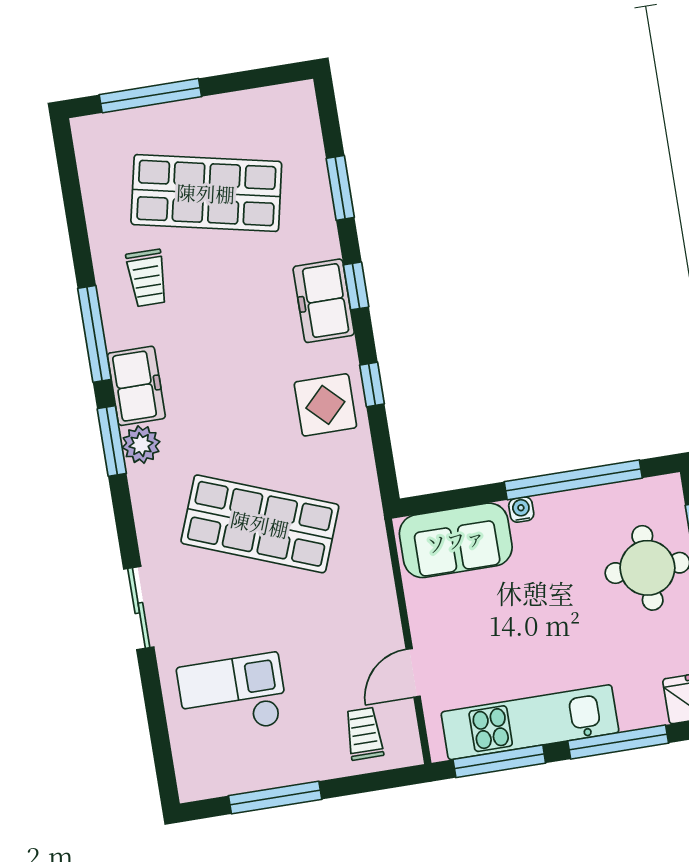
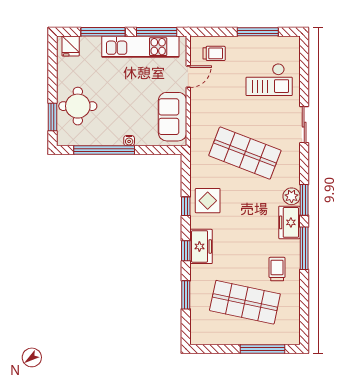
sofa: (456, 540) -> (172, 117), moved, turned -90
trolley: (364, 734) -> (214, 53), turned -90

